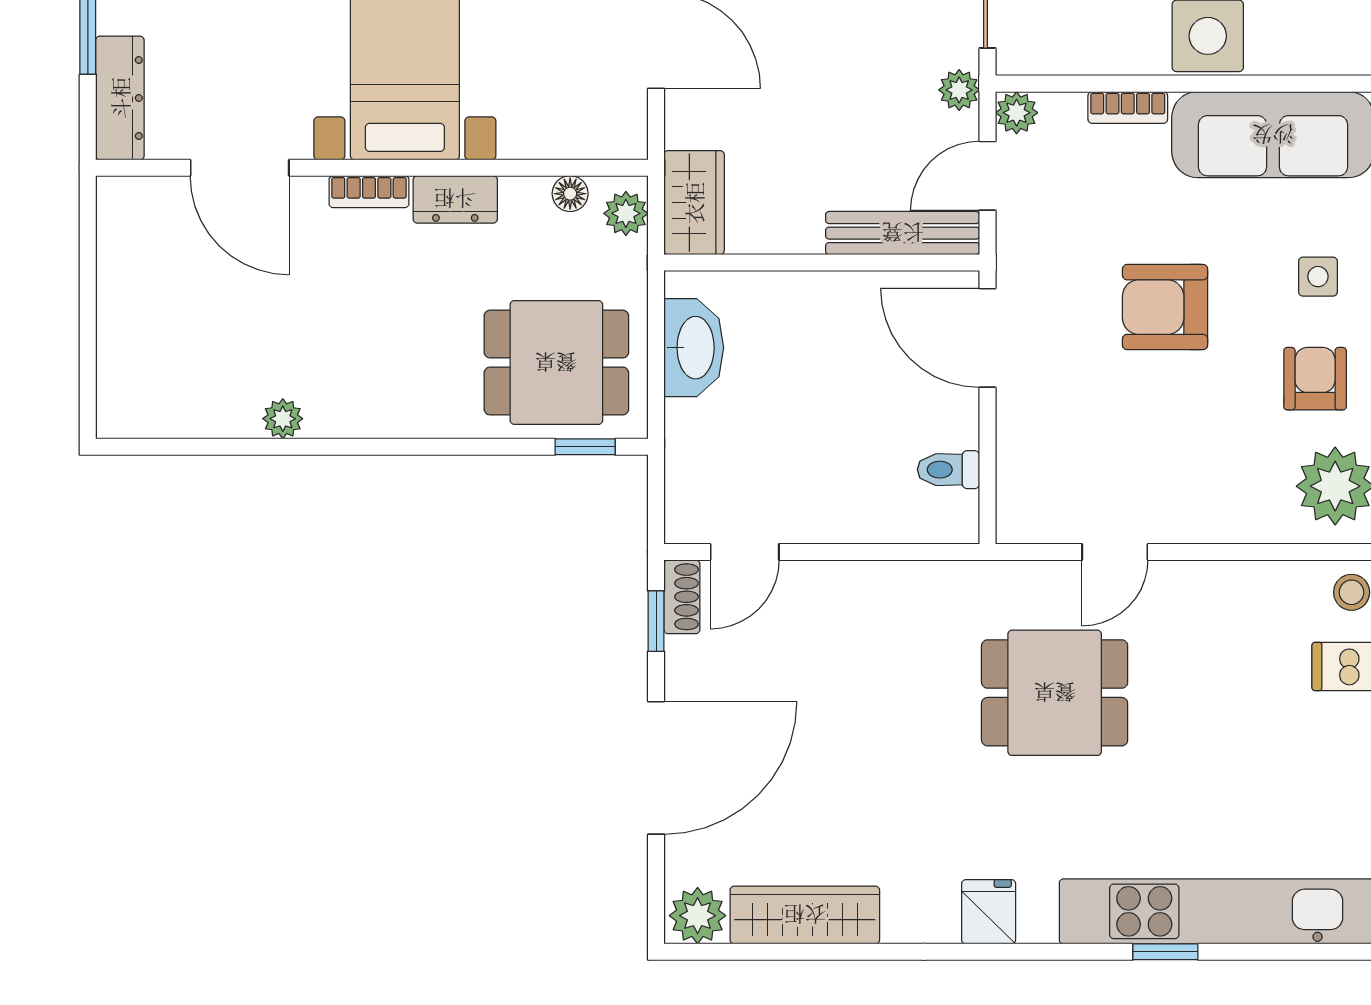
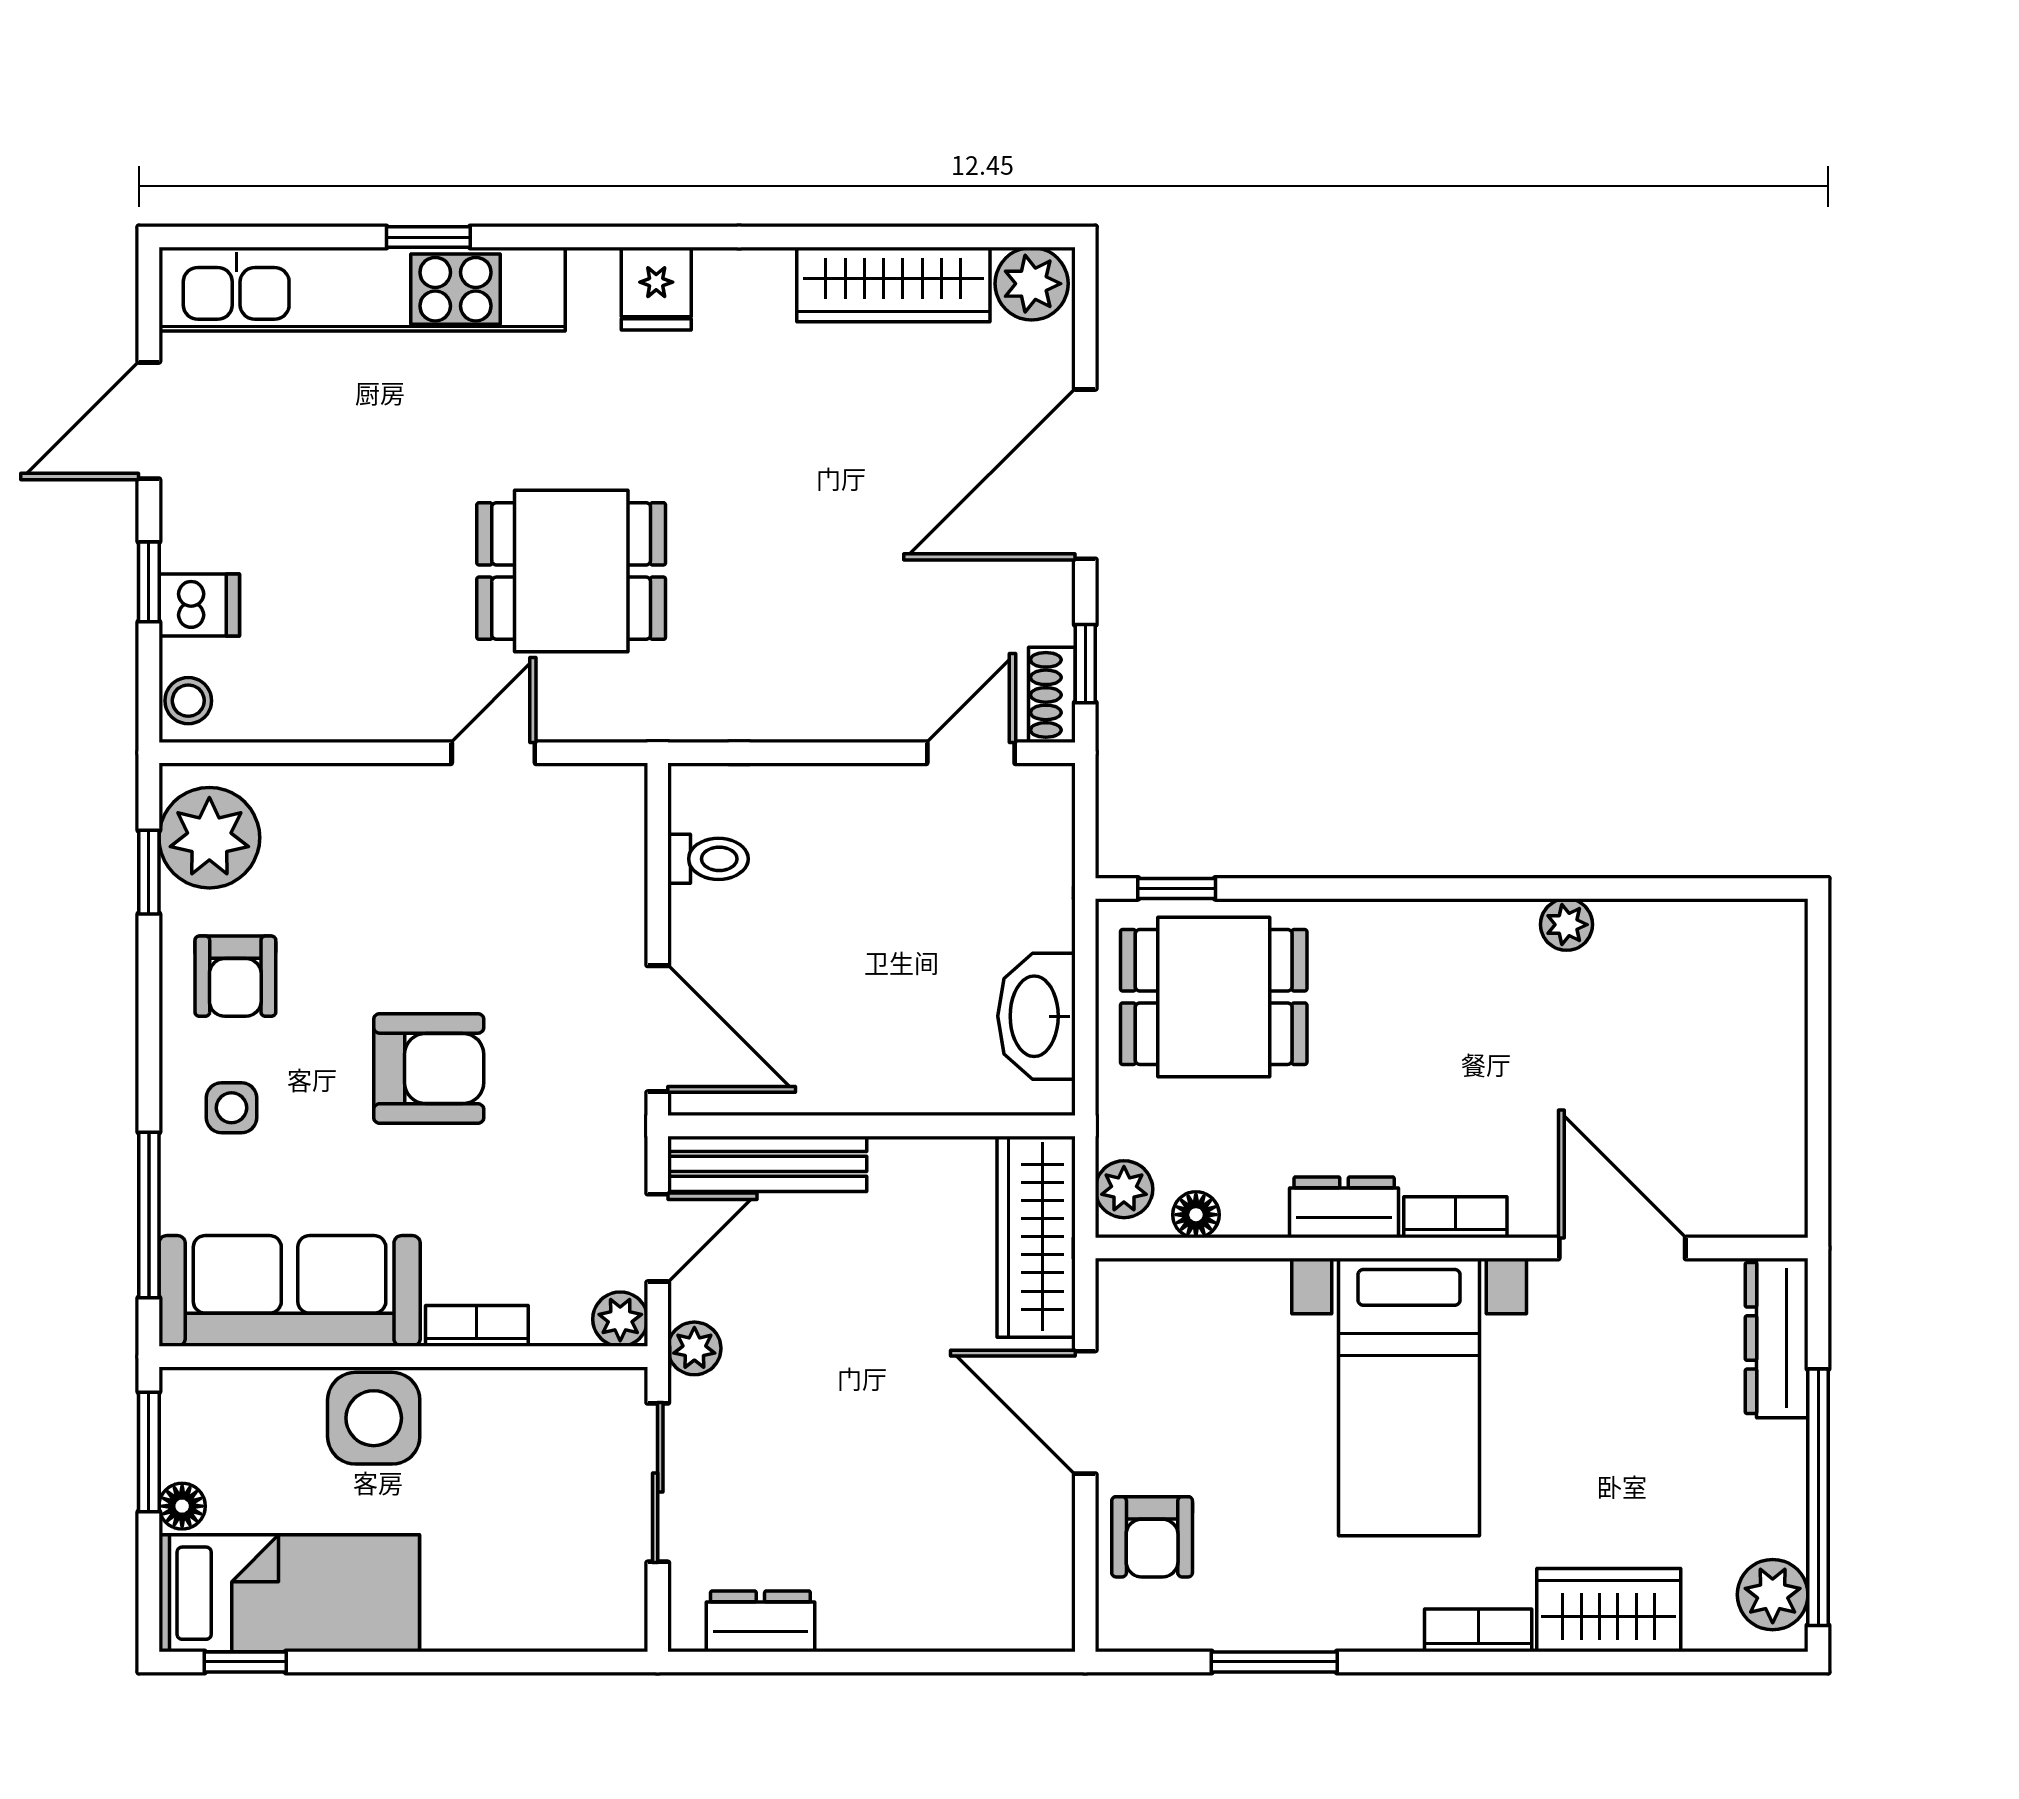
wardrobe: (694, 203) -> (1036, 1237), width x1.50

